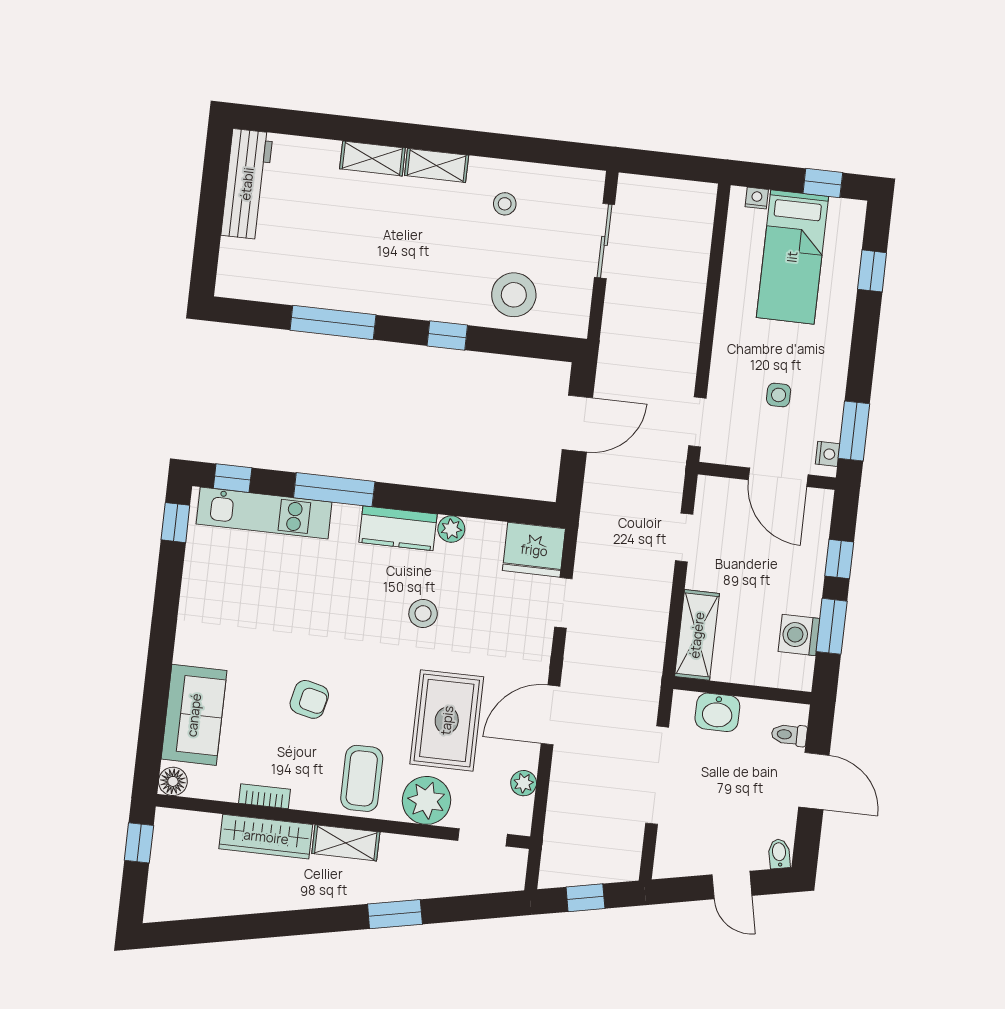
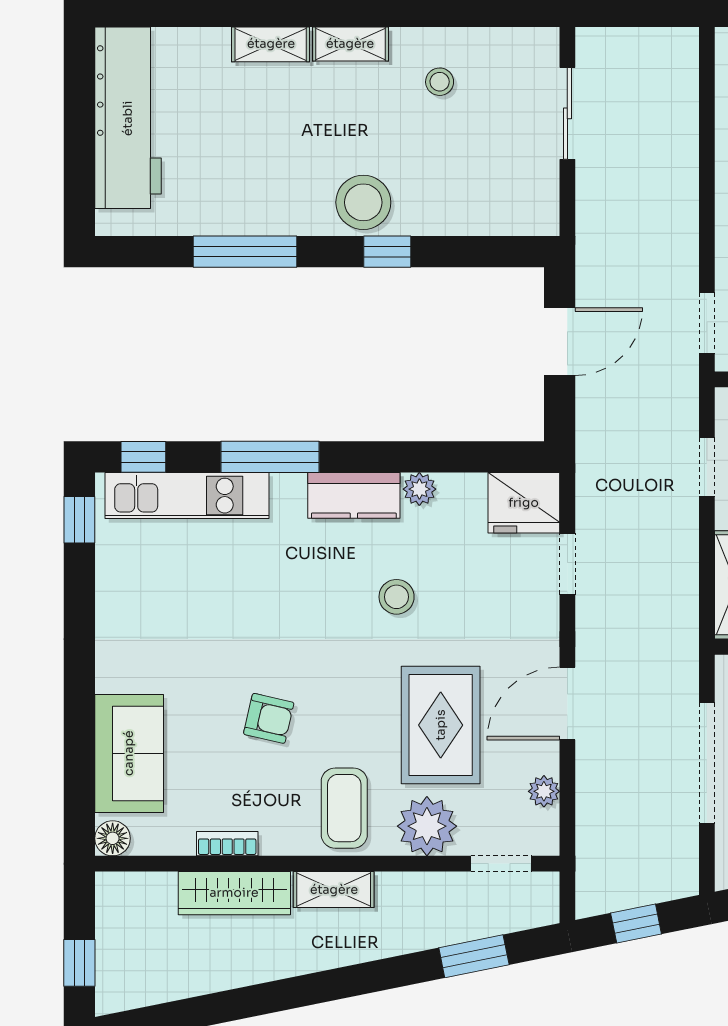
workbench: (247, 184) -> (128, 118), width x1.36, depth x1.32
stool: (514, 295) -> (363, 202), moved
window: (139, 843) -> (79, 963), moved
window: (395, 914) -> (474, 956), moved

